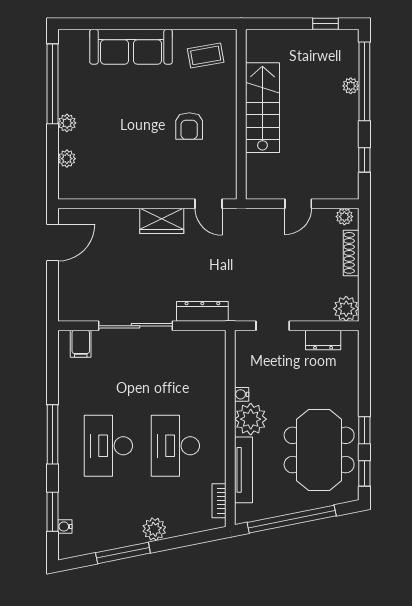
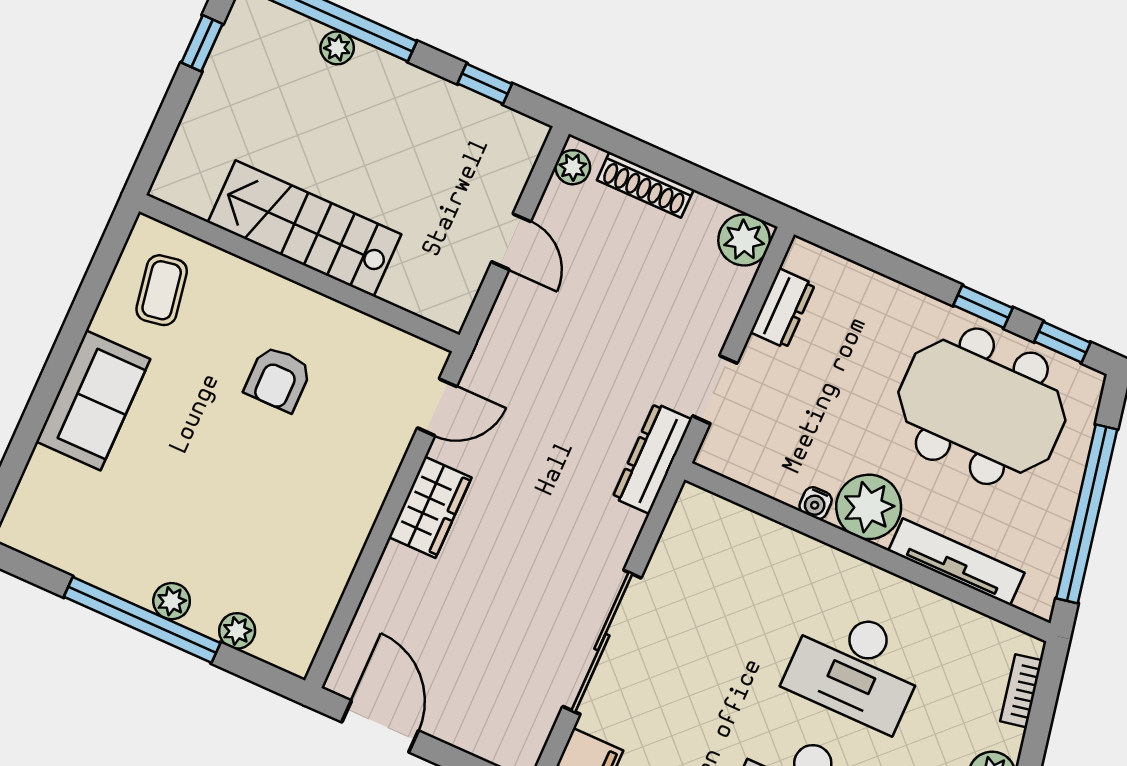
sofa: (131, 47) -> (93, 400), width x0.73
window: (53, 84) -> (142, 620), moved
armchair: (189, 126) -> (278, 379), turned 90
dresser: (202, 311) -> (652, 458), moved
bookcase: (219, 501) -> (1021, 691), moved, turned 79

